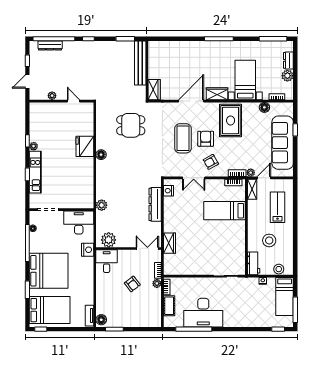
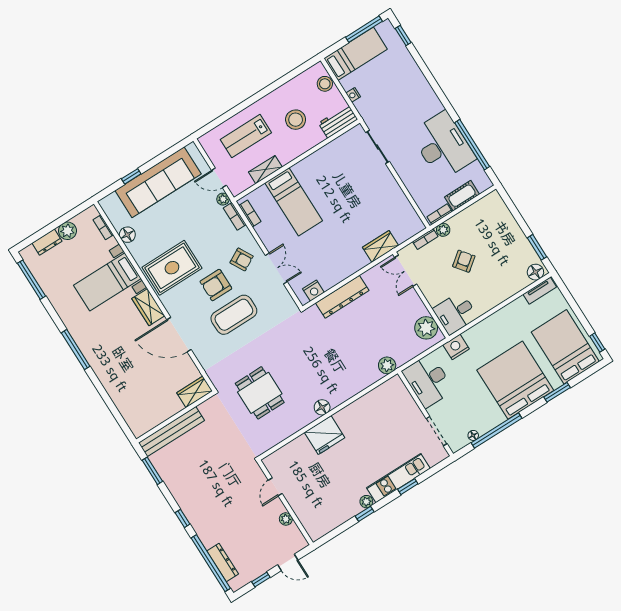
shelving: (252, 189) -> (265, 170), moved

